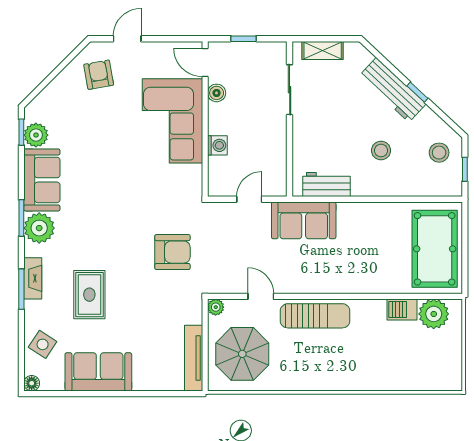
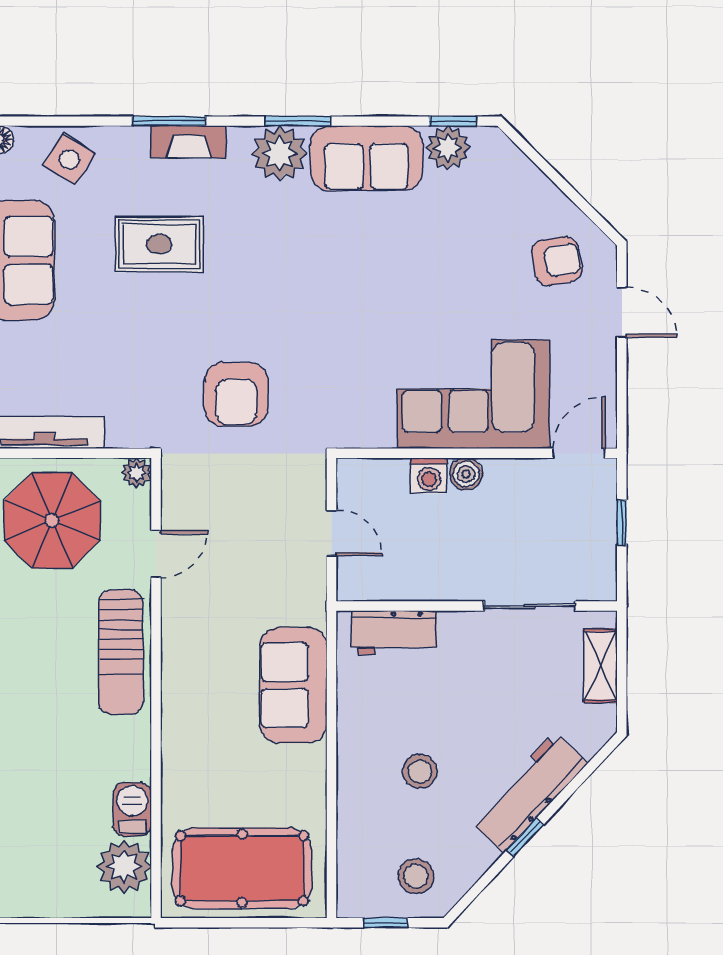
boiler: (217, 93) -> (466, 474), moved
workbench: (326, 185) -> (394, 633), moved, turned 90
sofa: (304, 220) -> (293, 685), moved

